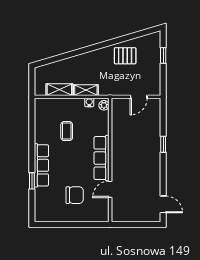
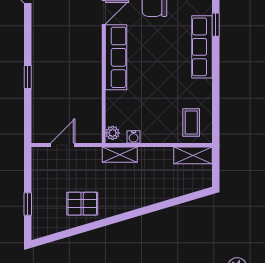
shelving: (59, 90) -> (193, 155), moved
shelving: (86, 90) -> (120, 155), moved
coffee table: (67, 131) -> (191, 122), moved

